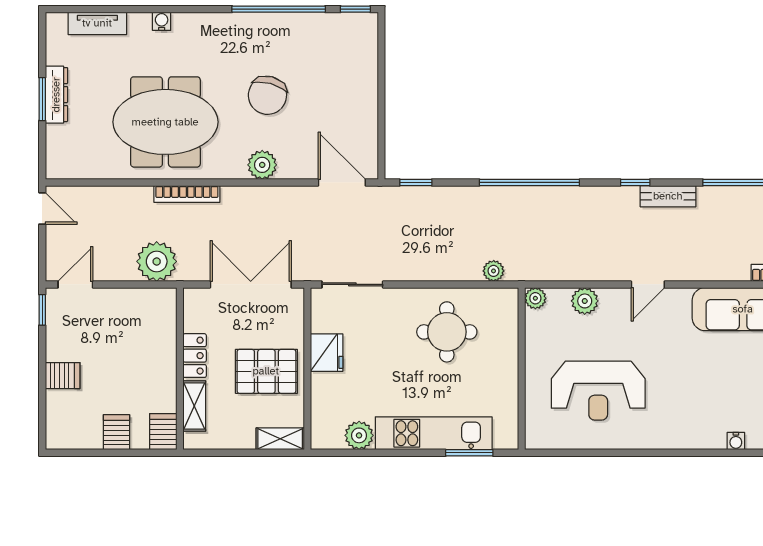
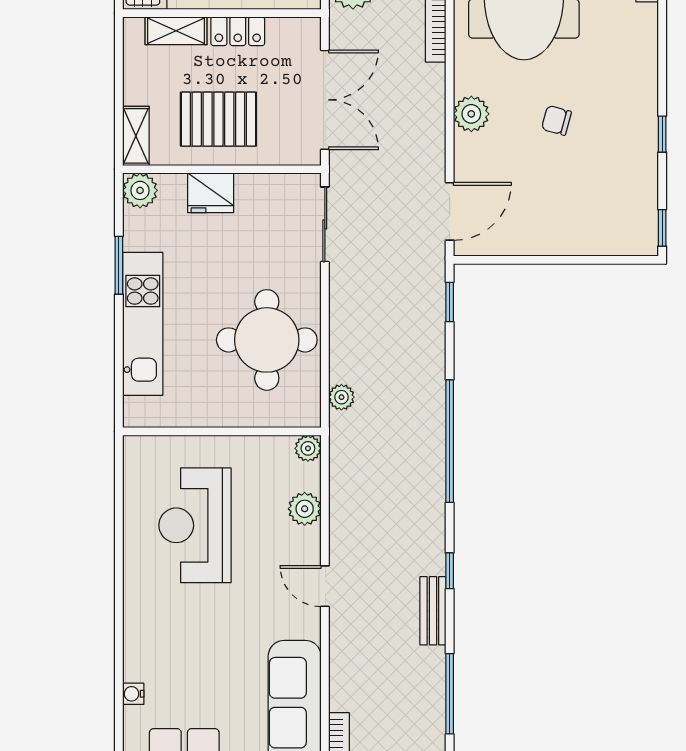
window: (279, 9) -> (662, 134), width x0.32
chair: (267, 95) -> (556, 120), width x0.54, depth x0.54
round table: (447, 332) -> (267, 340), width x1.36, depth x1.36
fridge: (327, 353) -> (211, 193), moved
pallet: (266, 371) -> (218, 119), turned 90
plant: (359, 435) -> (140, 190), moved
window: (469, 453) -> (119, 265), moved

